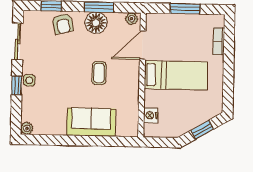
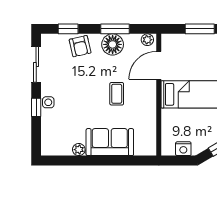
nightstand: (151, 115) -> (183, 149), moved, turned -90
plant: (27, 128) -> (79, 150), moved

